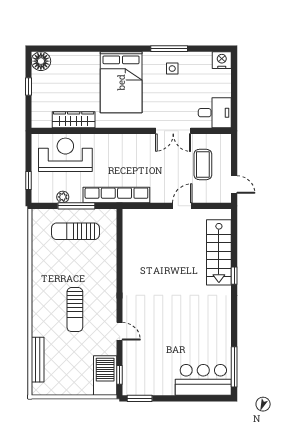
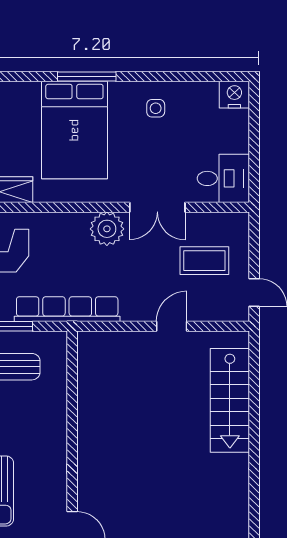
window: (169, 49) -> (87, 77), moved
plant: (142, 144) -> (107, 229), added
coffee table: (203, 165) -> (204, 261), turned 90
window: (234, 276) -> (254, 437), removed

